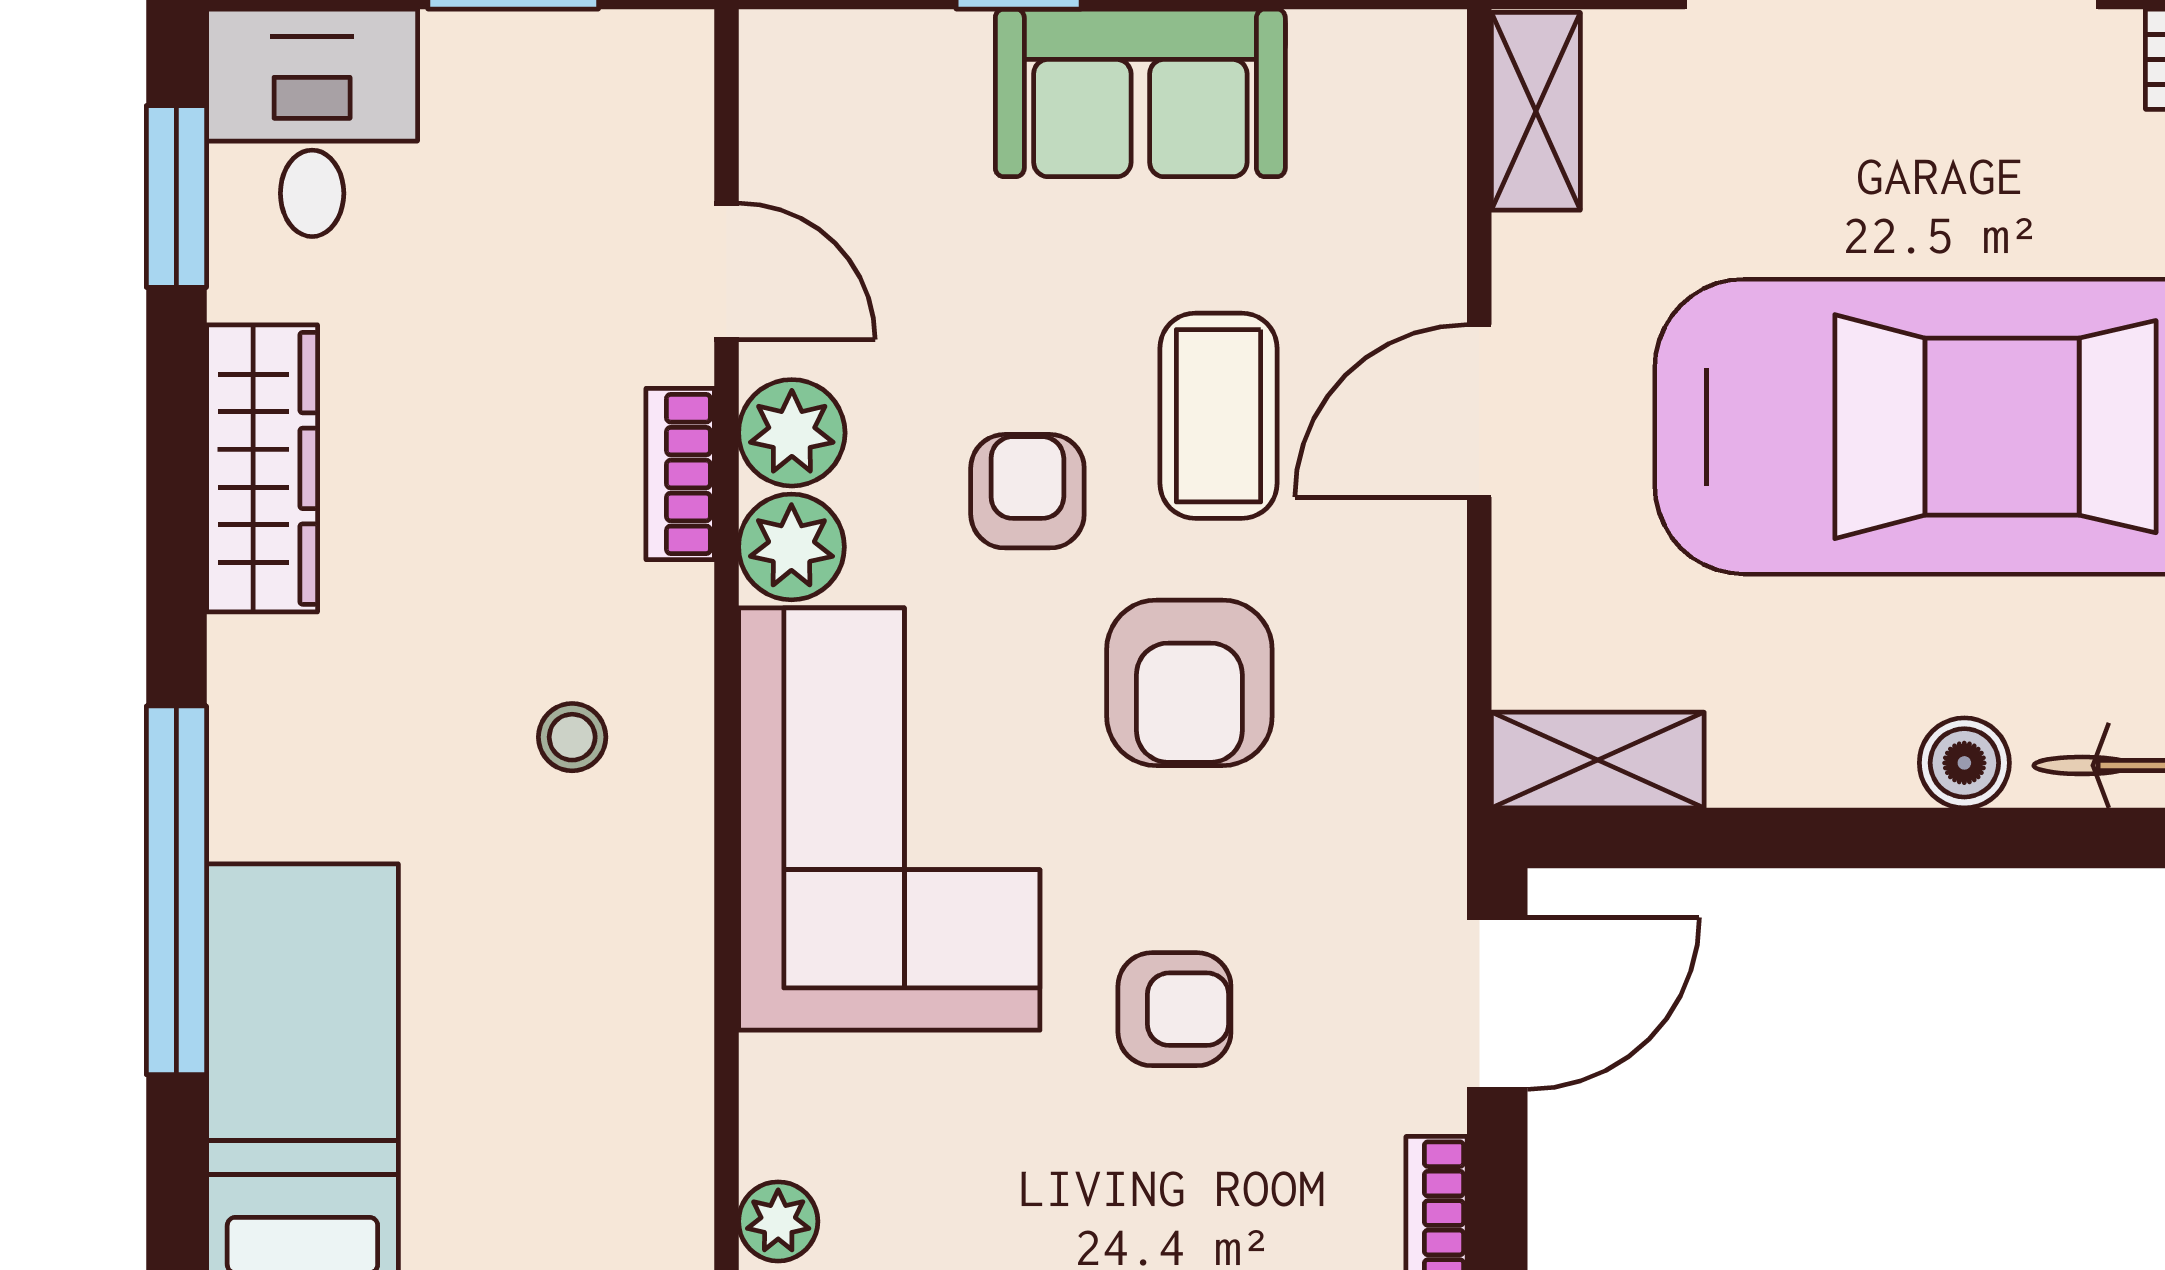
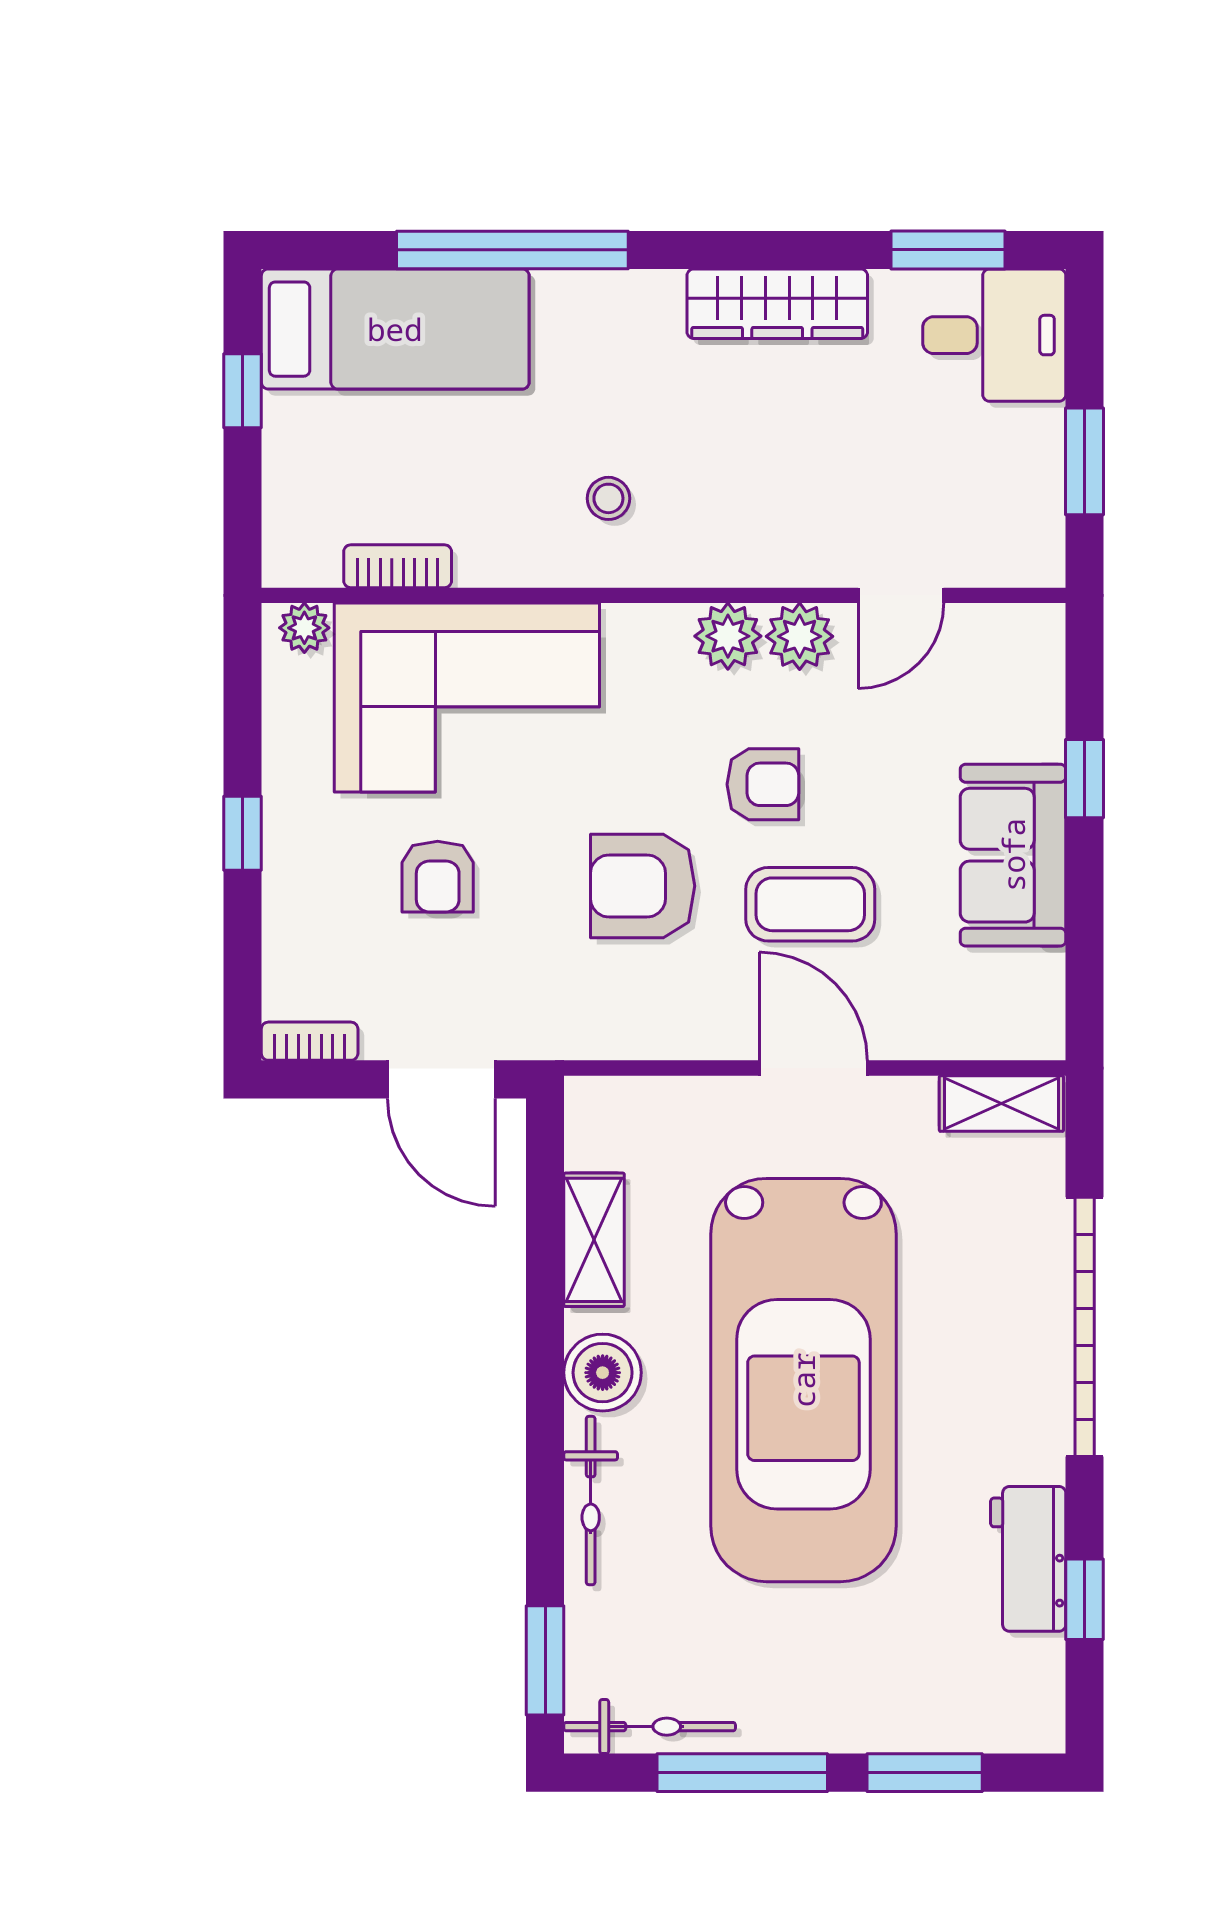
bookcase: (680, 474) -> (398, 566), moved
shelving: (1598, 760) -> (594, 1240), moved
boiler: (1964, 763) -> (603, 1373), width x1.36, depth x1.36
corner sofa: (889, 819) -> (467, 698), moved

